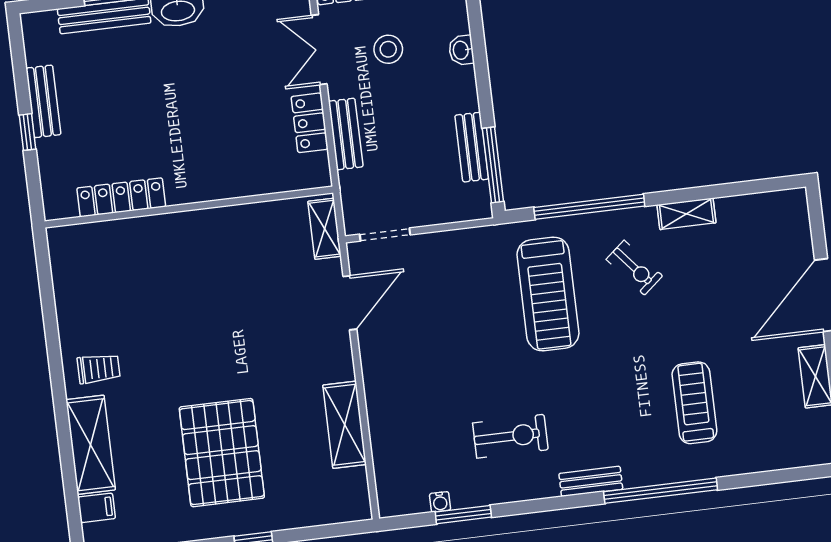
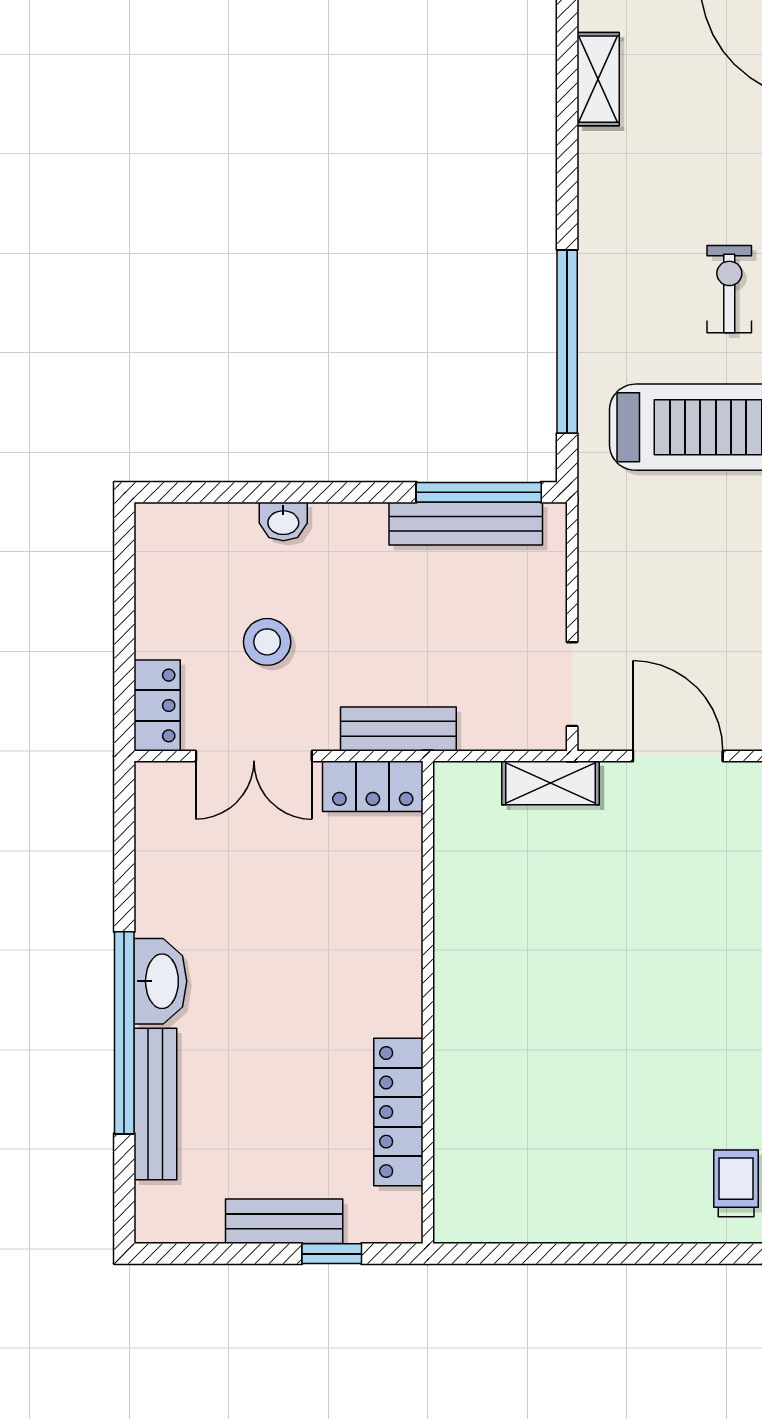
bench: (472, 147) -> (466, 524), width x1.36
locker: (121, 197) -> (398, 1112), moved
wall: (189, 207) -> (428, 1002), moved
shelving: (686, 214) -> (598, 79), moved
exercise bike: (634, 268) -> (729, 289), moved, turned -50

